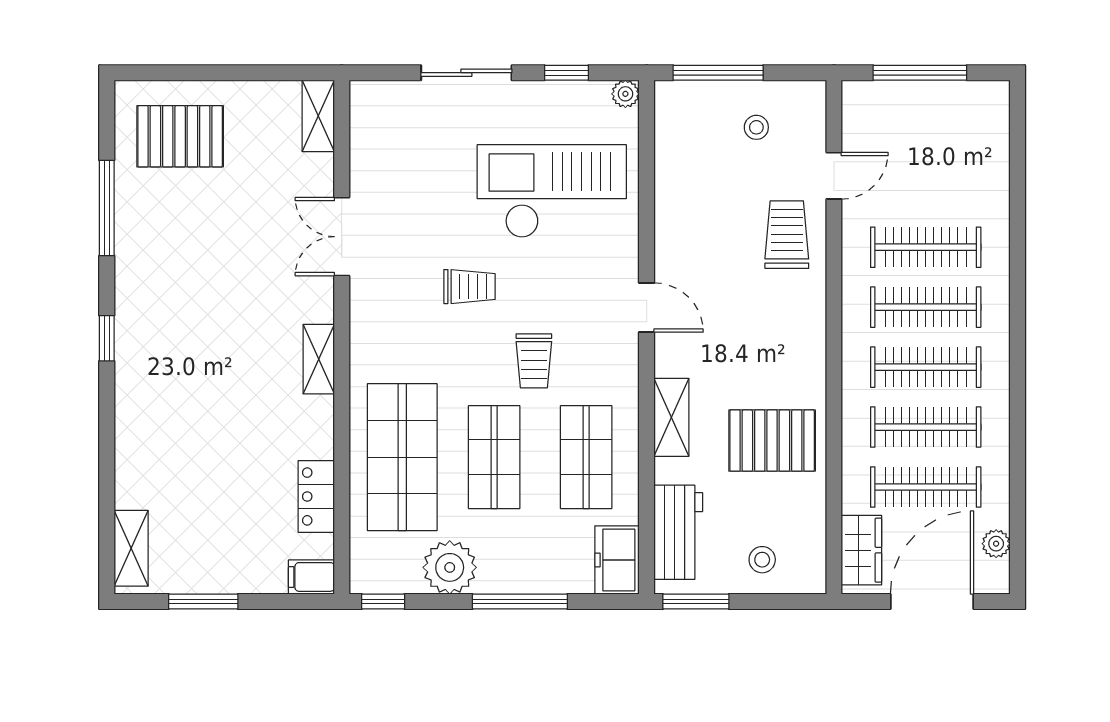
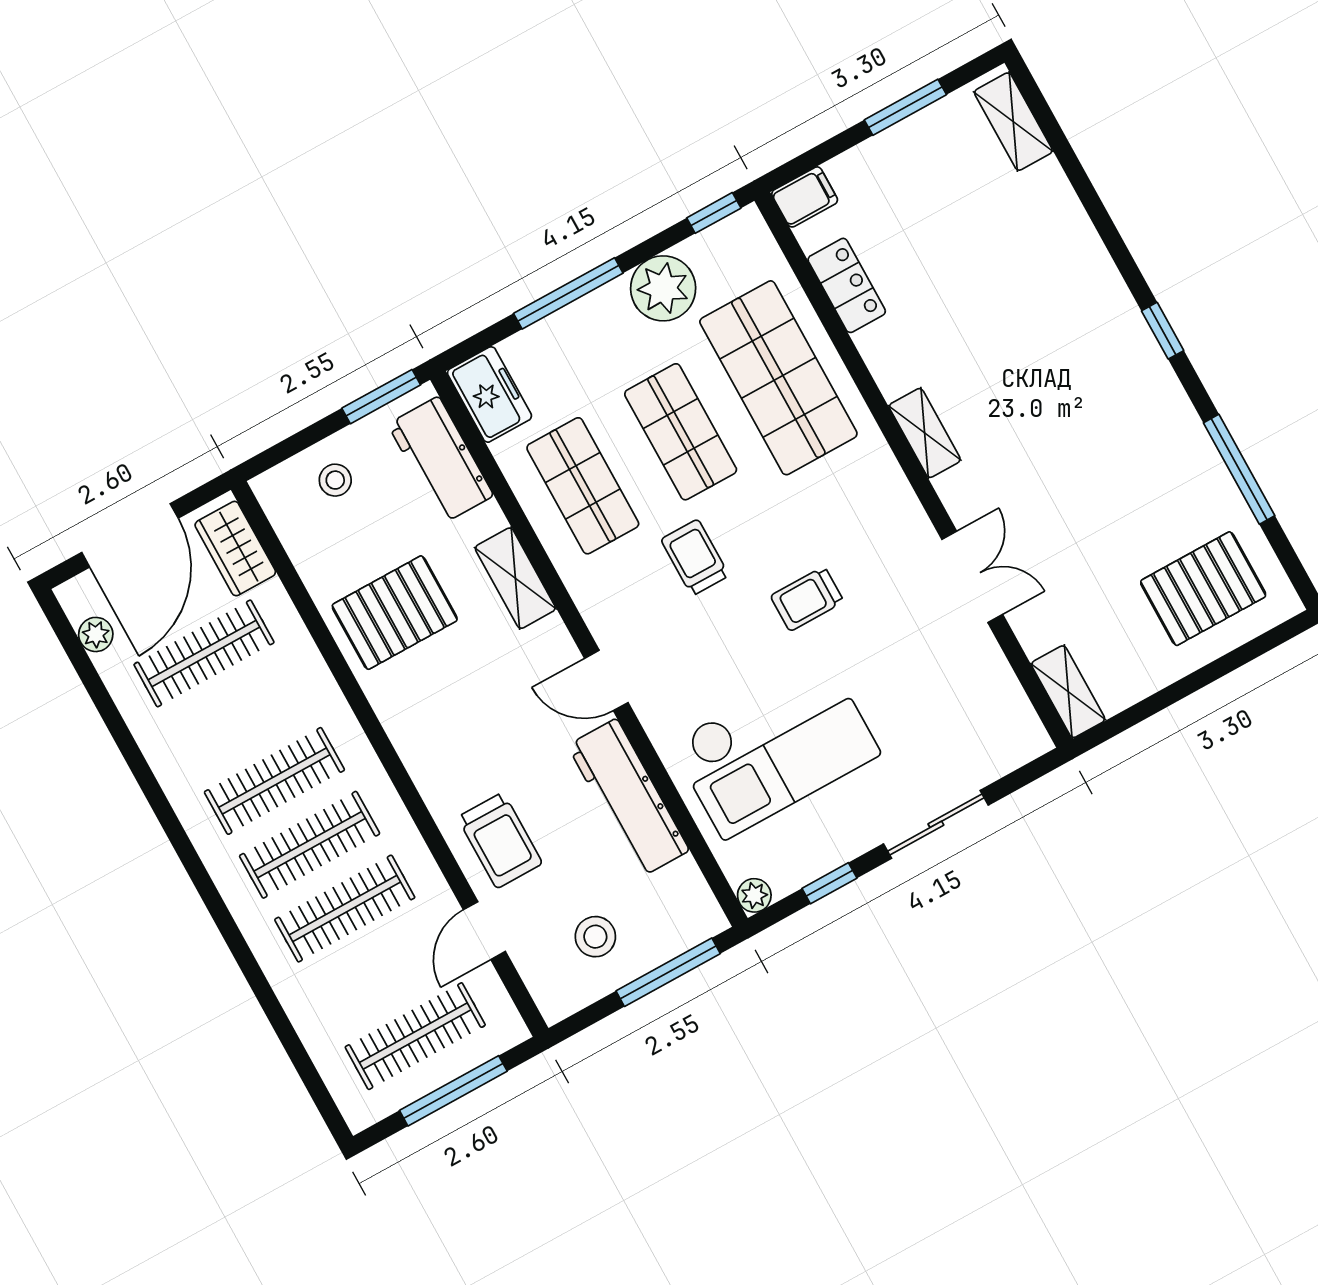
stool: (756, 127) -> (595, 937), width x1.37, depth x1.37
workbench: (677, 214) -> (628, 798), added
clothes rail: (926, 427) -> (415, 1036), moved

